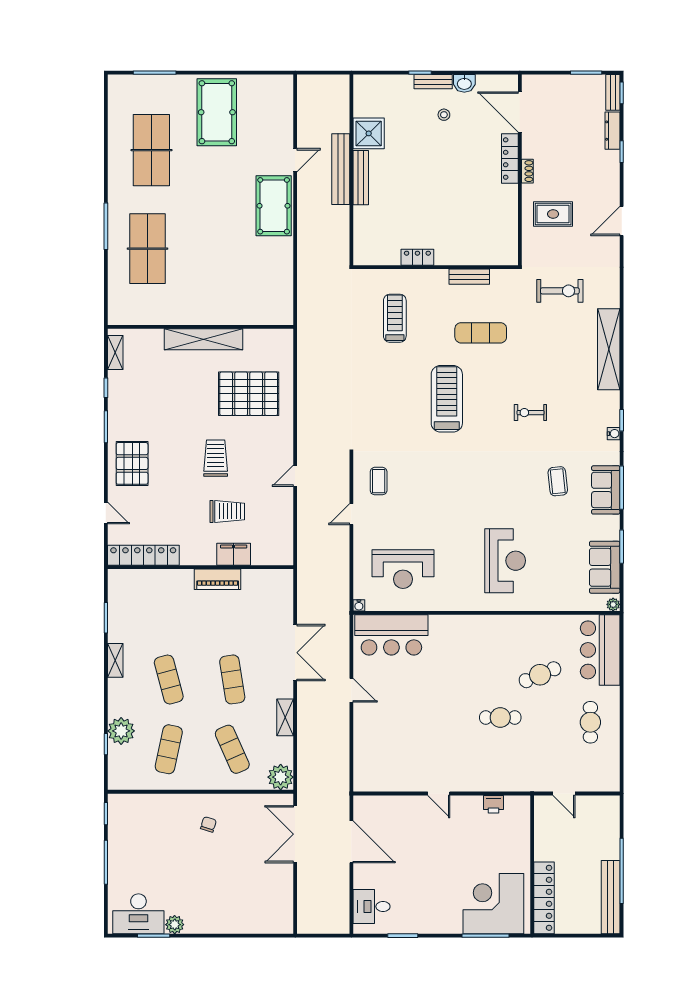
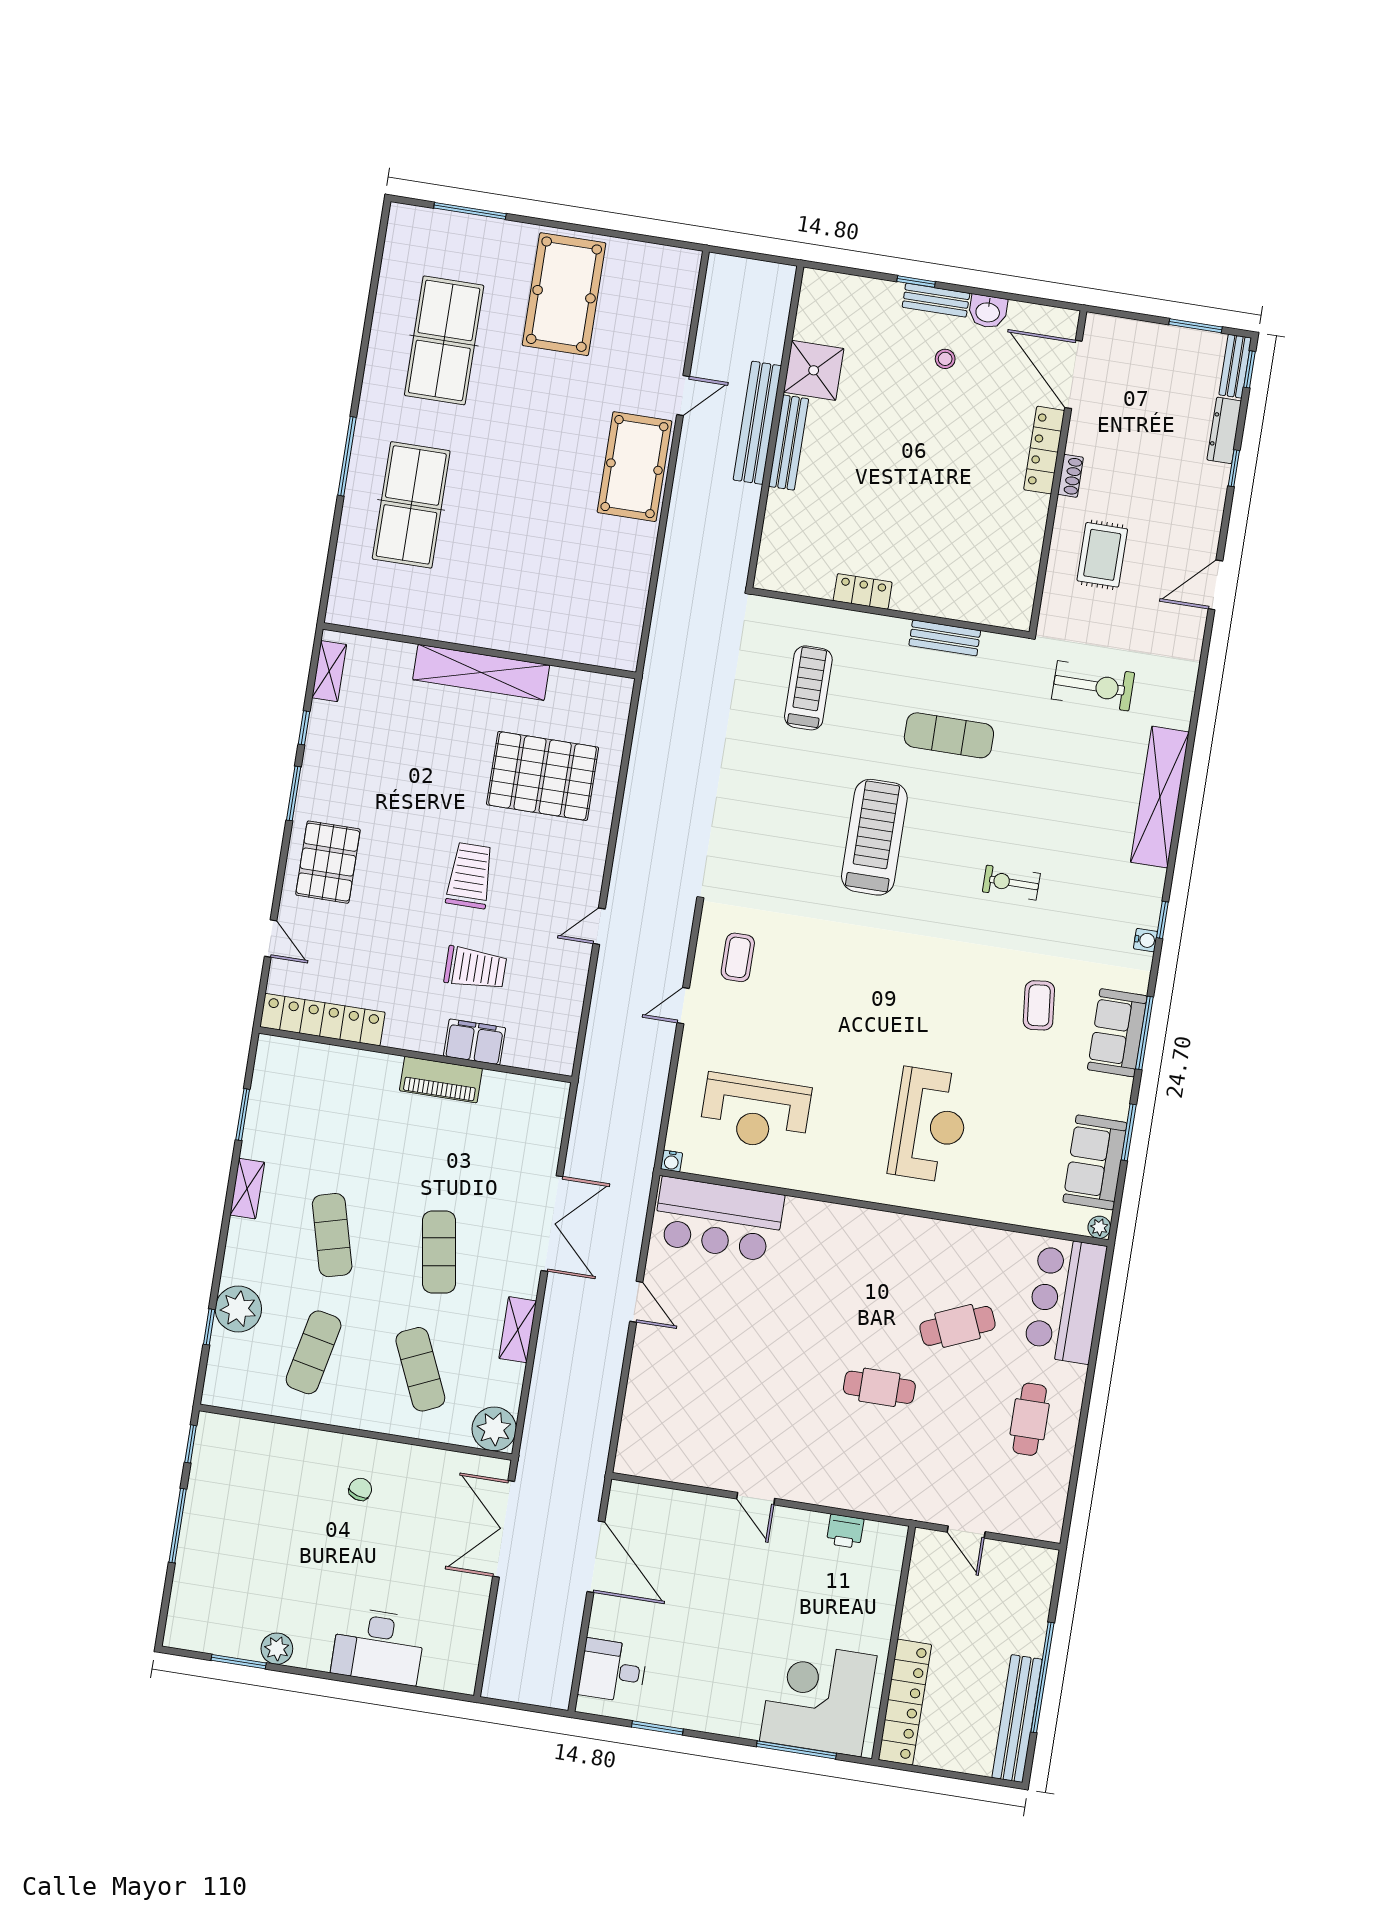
rug: (553, 214) -> (1102, 555), turned 90
desk: (138, 914) -> (378, 1646), moved

